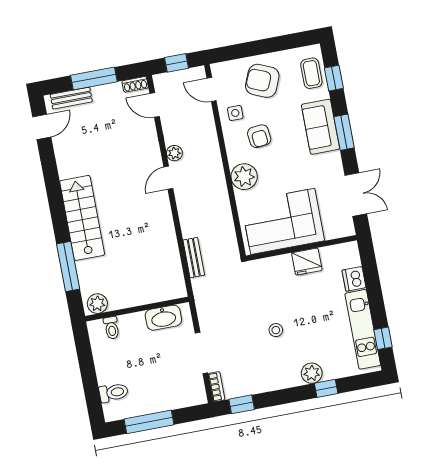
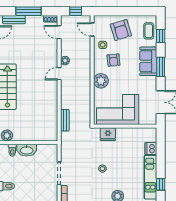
armchair: (262, 81) -> (121, 30), turned -130
fridge: (307, 262) -> (108, 134), moved
washbasin: (163, 318) -> (27, 150), moved

